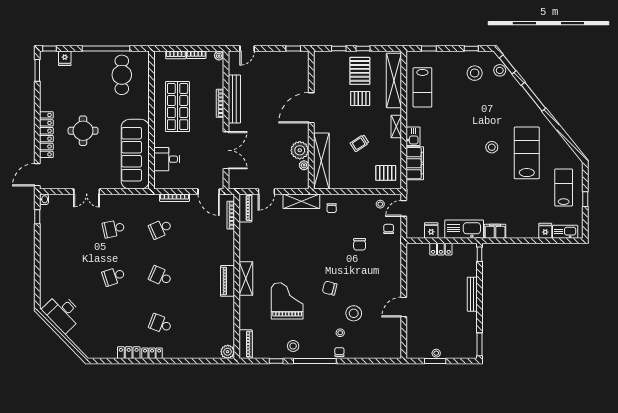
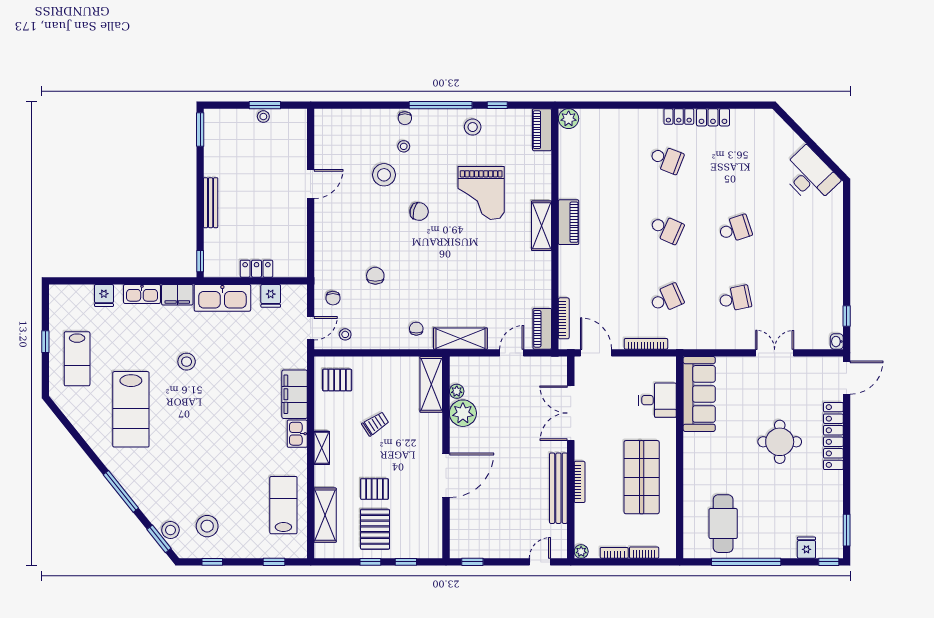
shelving: (394, 81) -> (325, 515), width x0.68
stool: (492, 147) -> (187, 362), moved
sofa: (135, 154) -> (699, 394), width x0.74, depth x0.79
shelving: (321, 161) -> (431, 384), width x0.68
kitchen sink: (565, 232) -> (142, 294), moved

